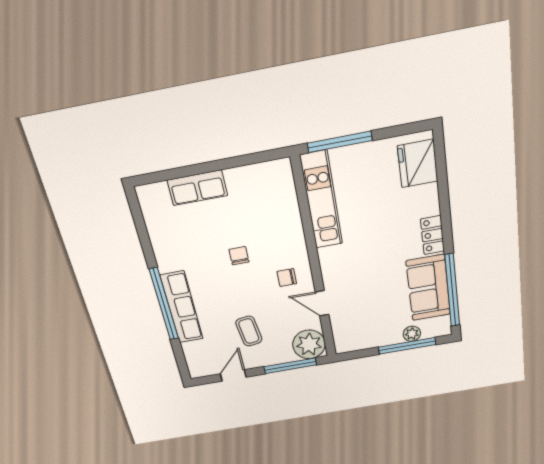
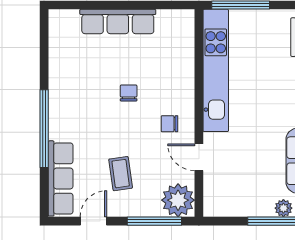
row of seats: (197, 188) -> (118, 22), width x1.48
kitchen unit: (321, 200) -> (216, 70), width x1.36
row of seats: (182, 307) -> (61, 178), moved

